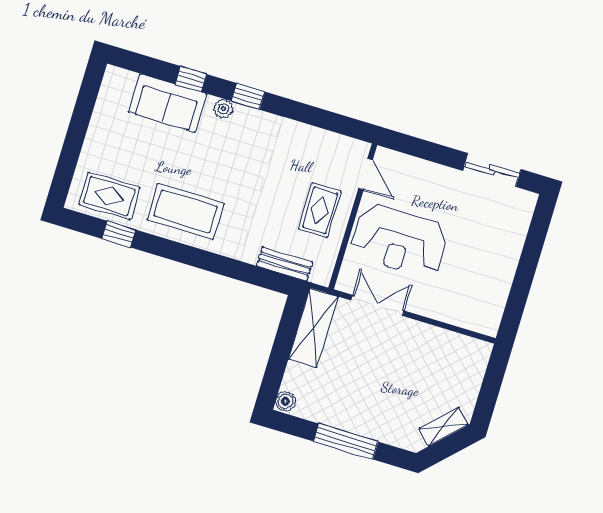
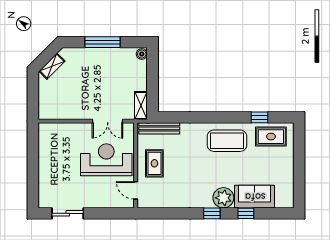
plant: (223, 109) -> (223, 198), width x1.88, depth x1.88
bench: (285, 264) -> (159, 128), width x1.36
shelving: (313, 328) -> (141, 105), width x0.67, depth x0.75

